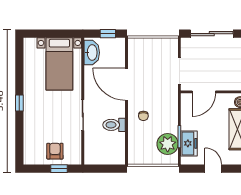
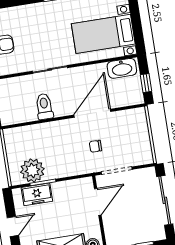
door: (204, 92) -> (98, 202), swing flipped
chair: (143, 116) -> (96, 146), moved

